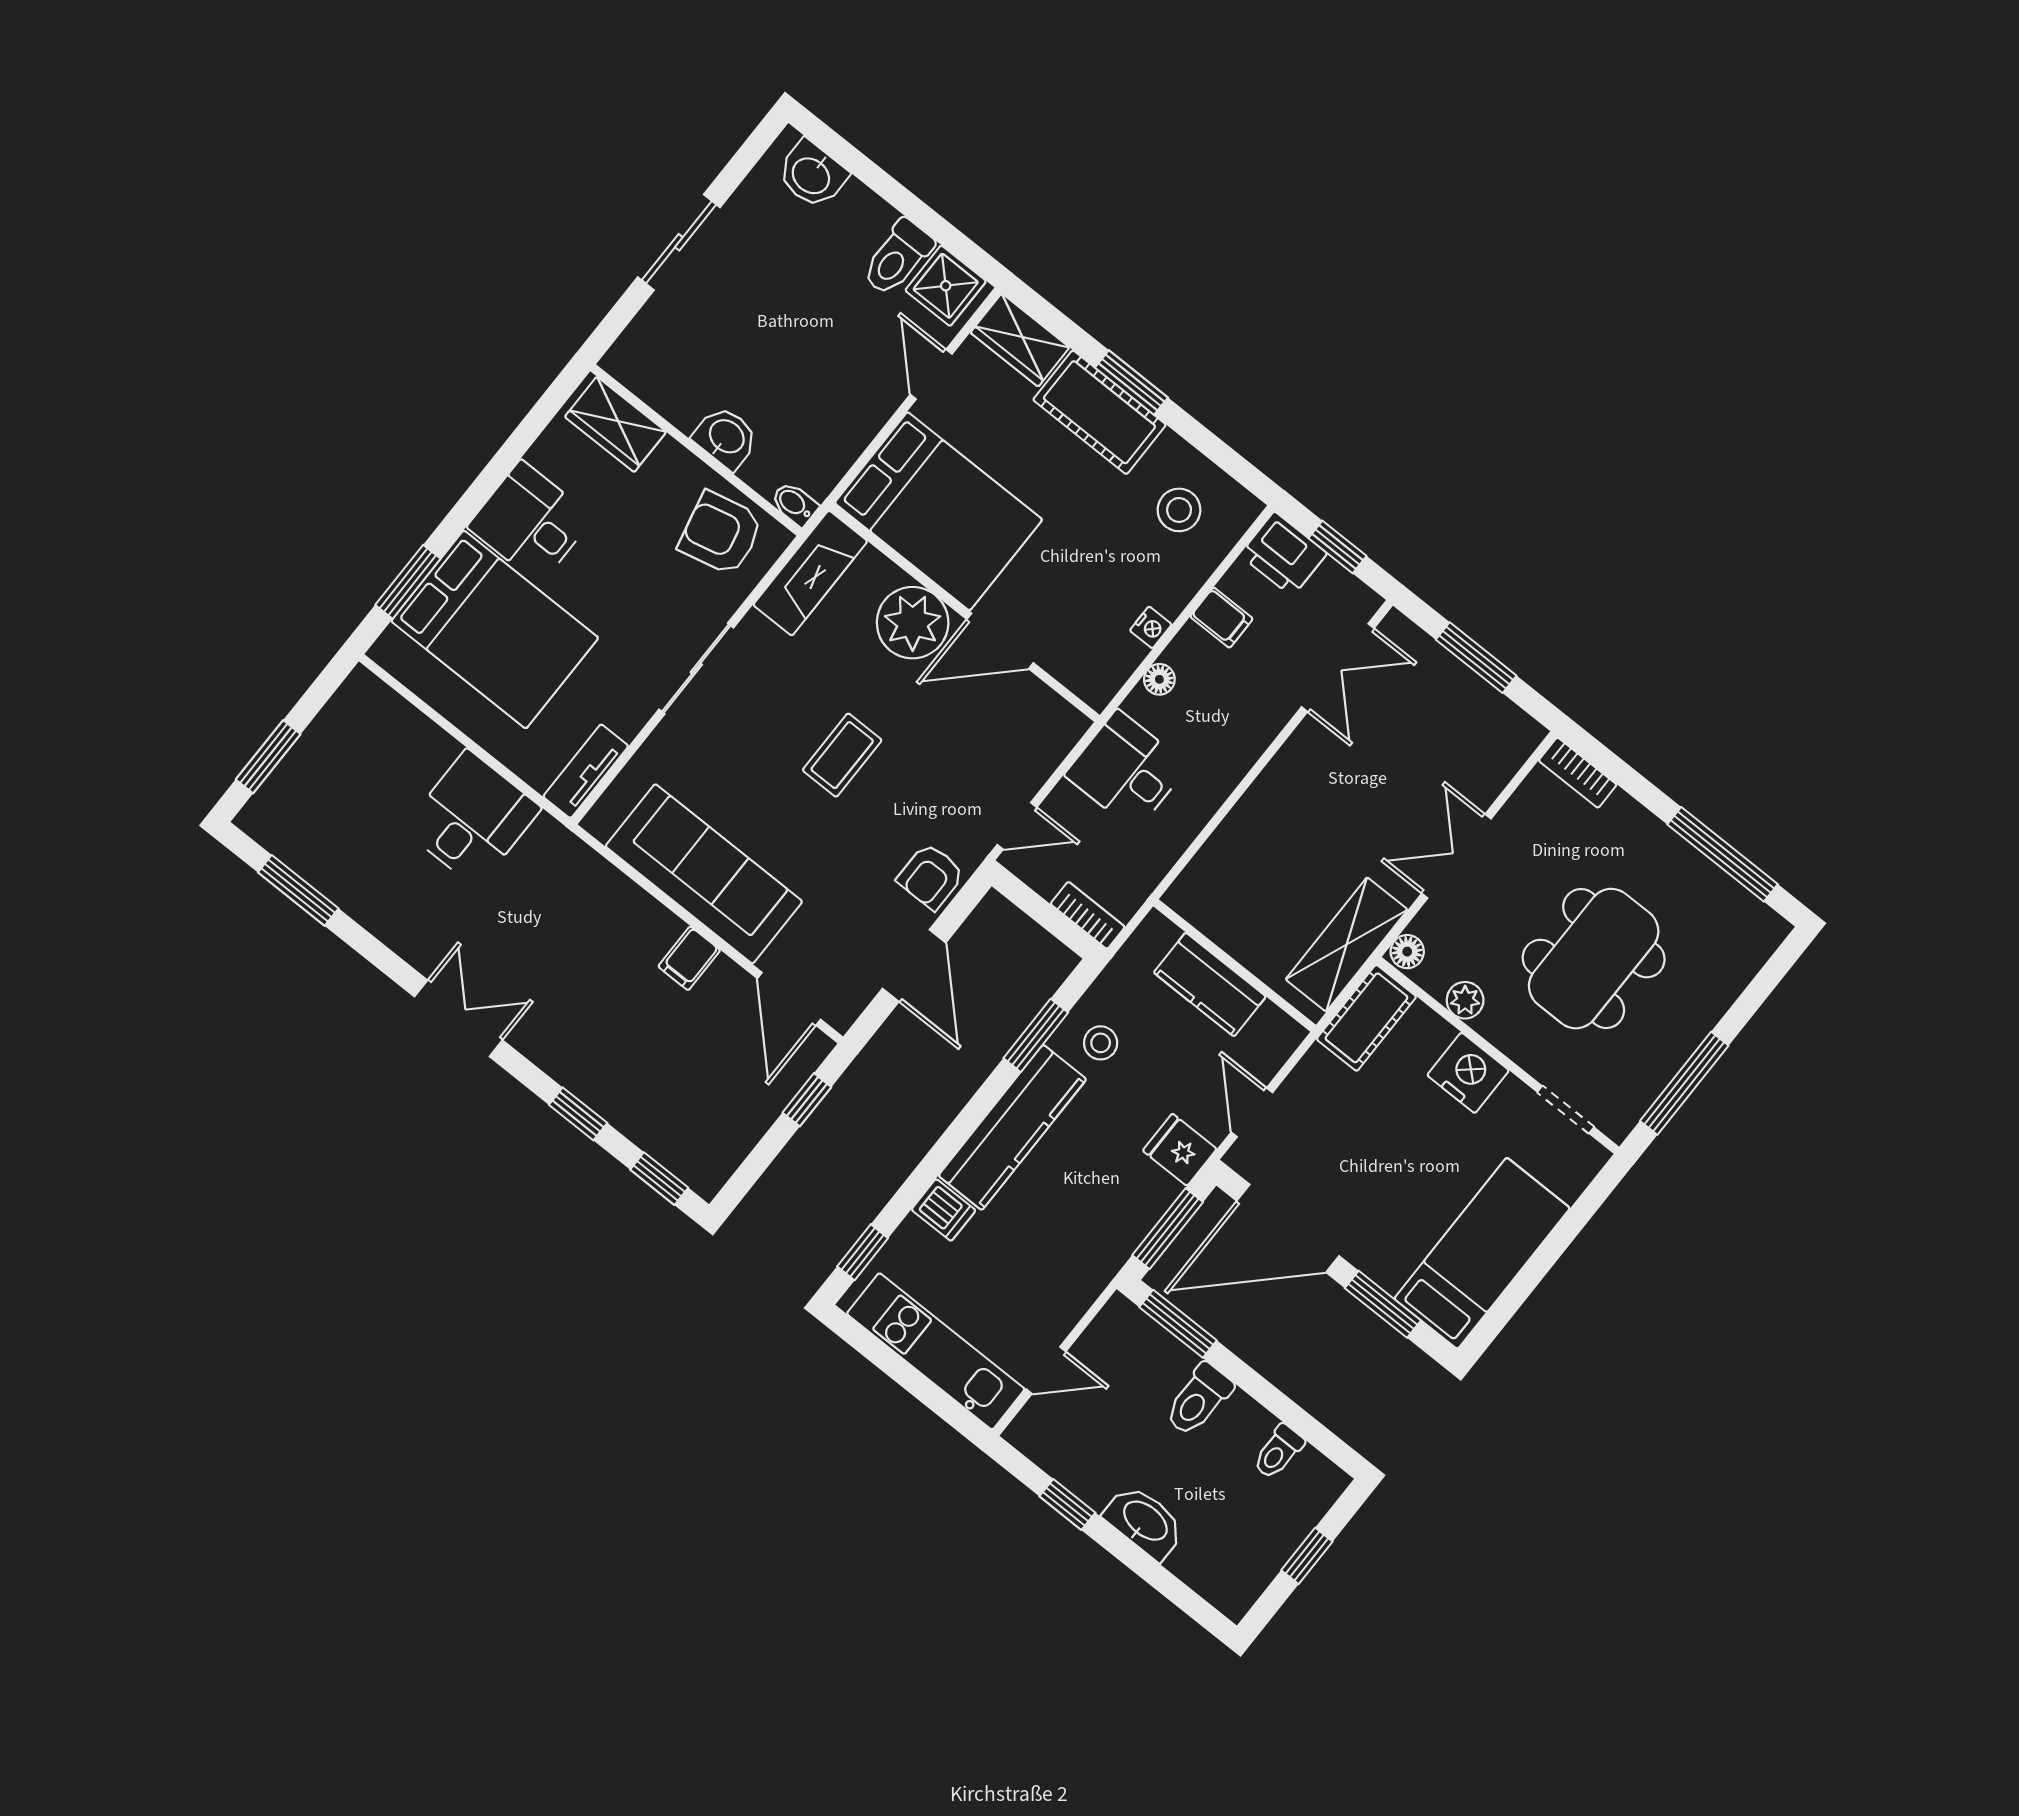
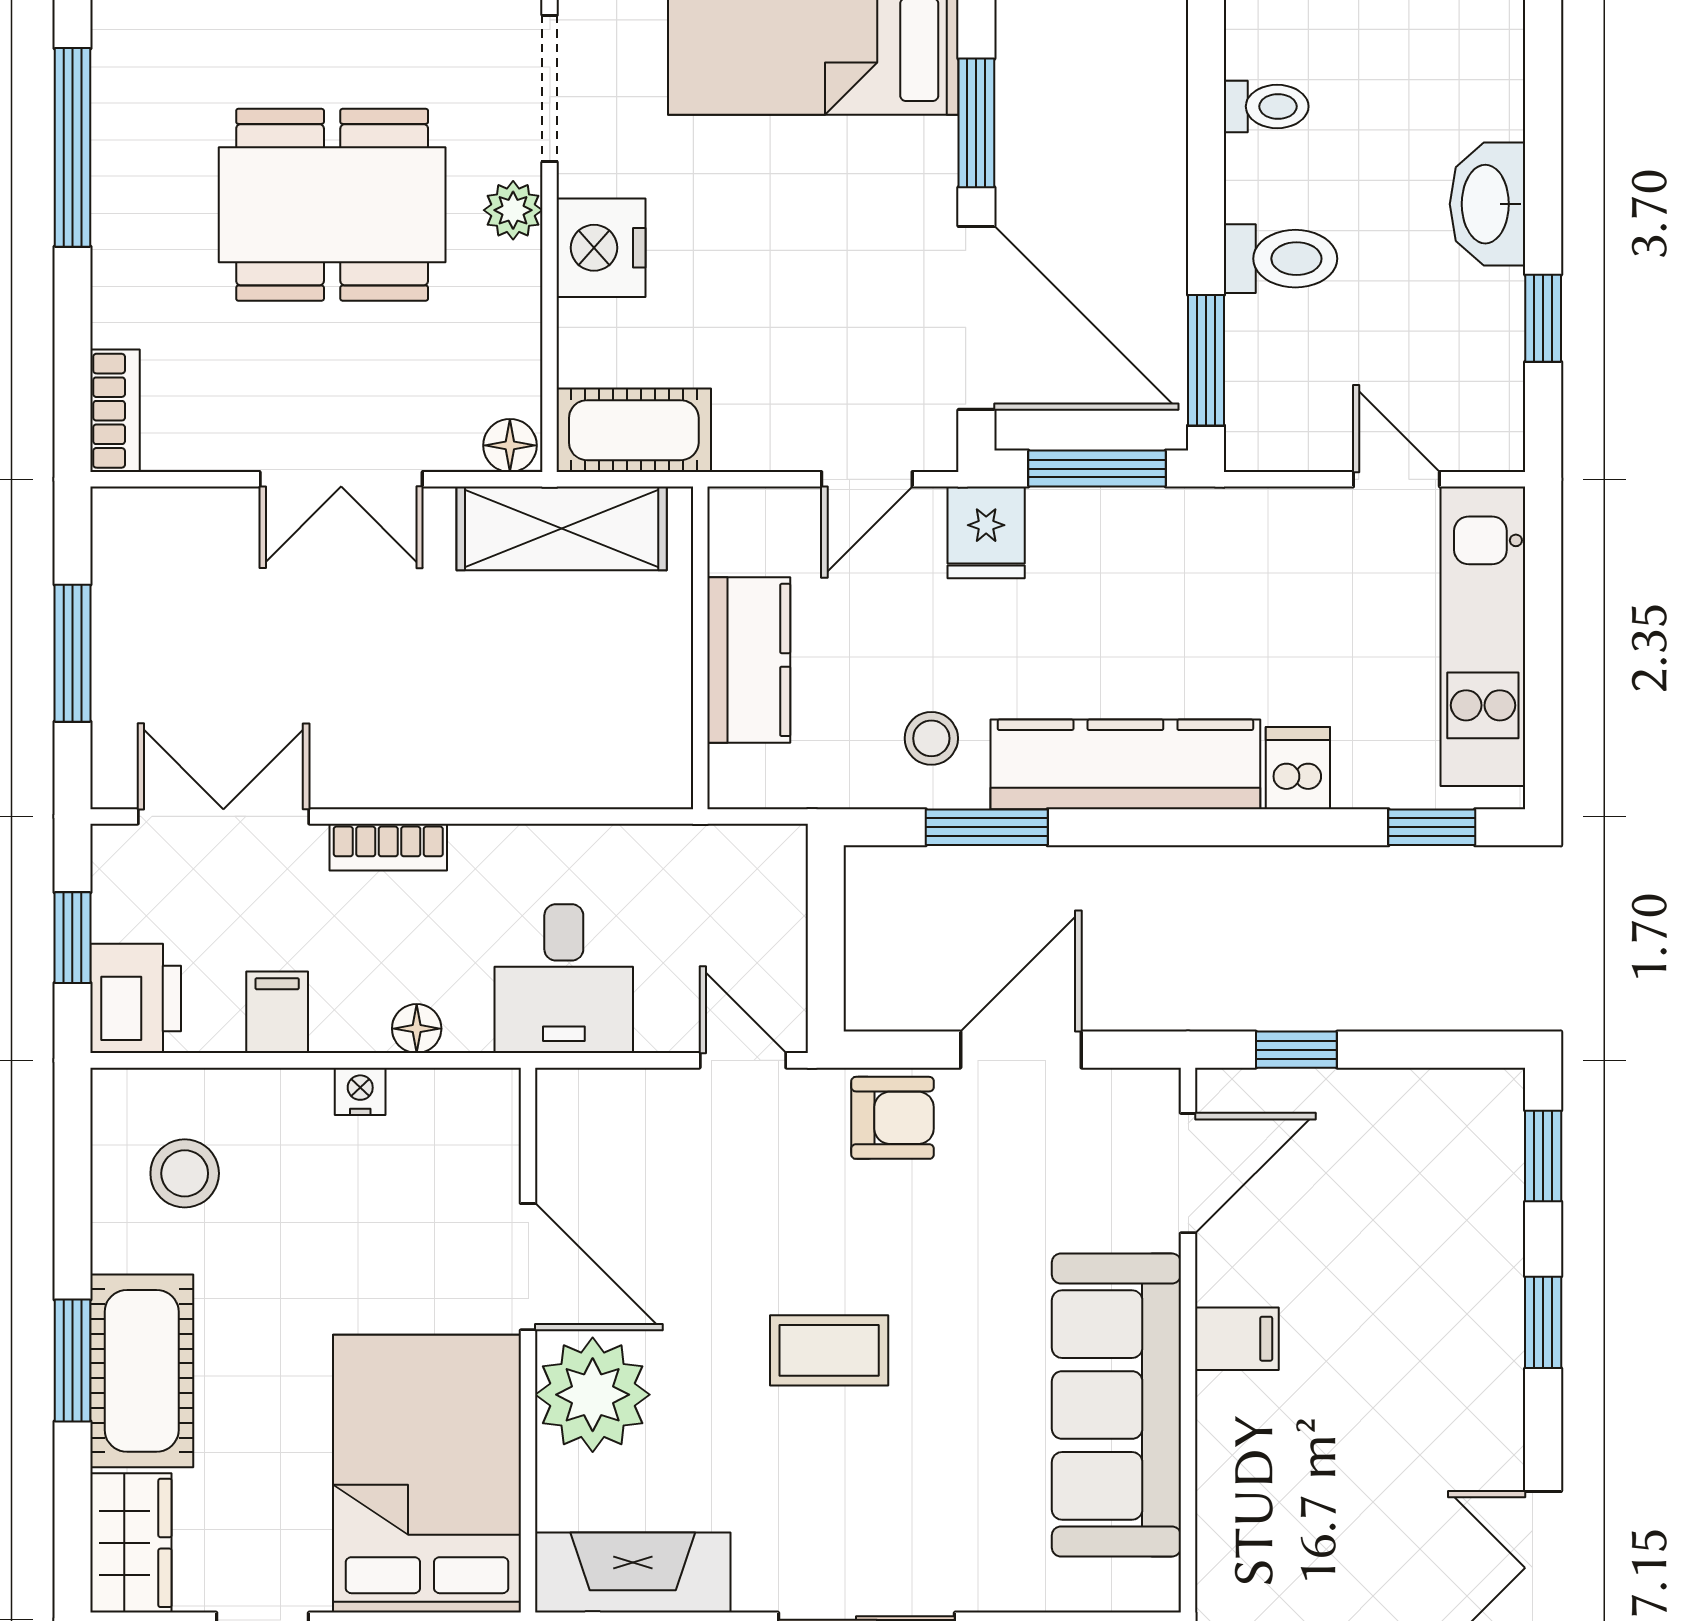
bookcase: (1088, 915) -> (388, 847), moved, turned -90
plant: (1465, 1000) -> (513, 210), moved
doorway: (1566, 1110) -> (550, 89), width x1.38

